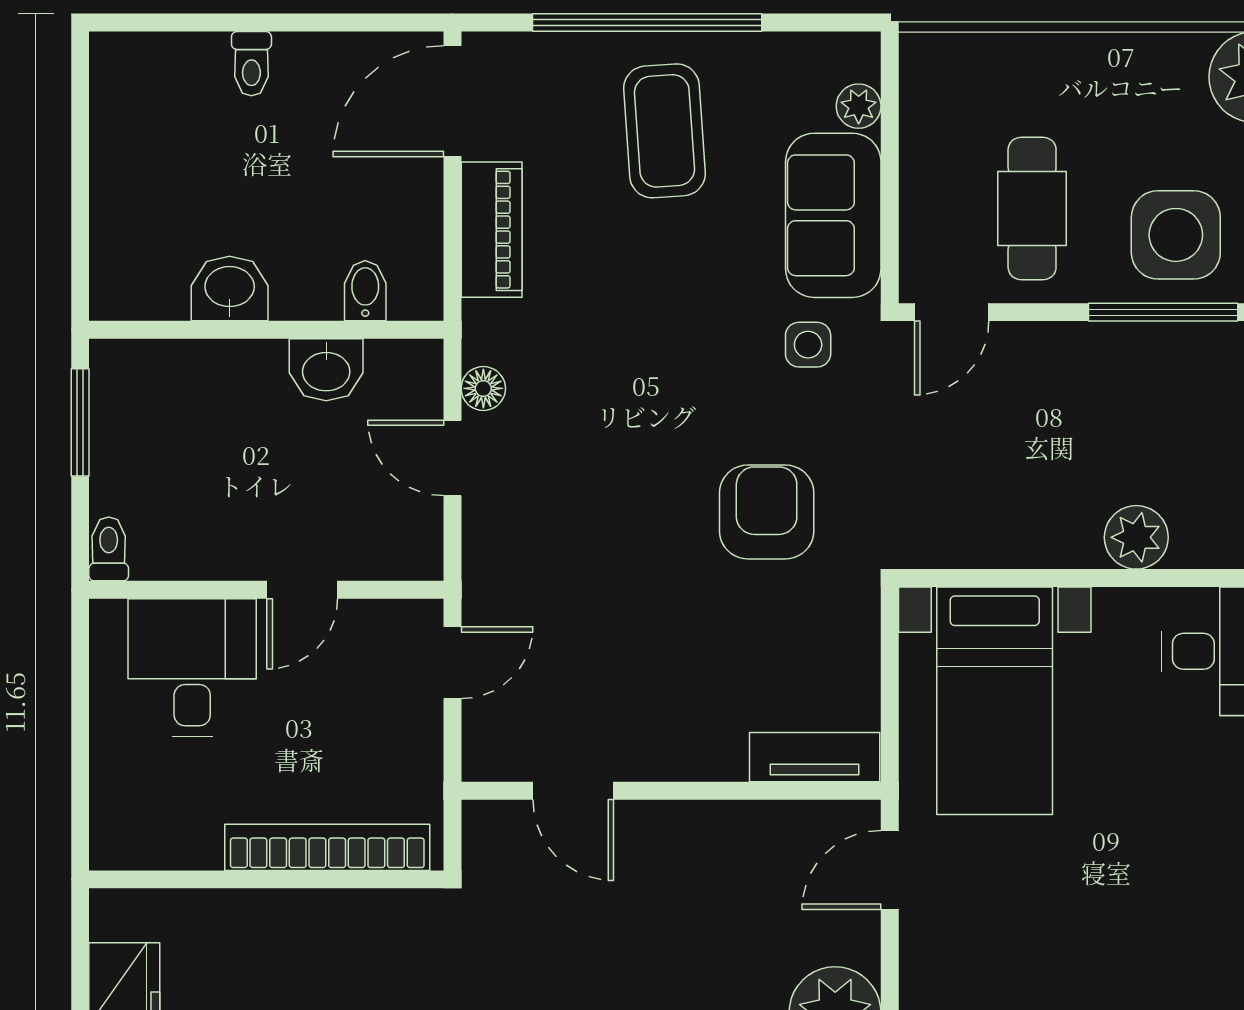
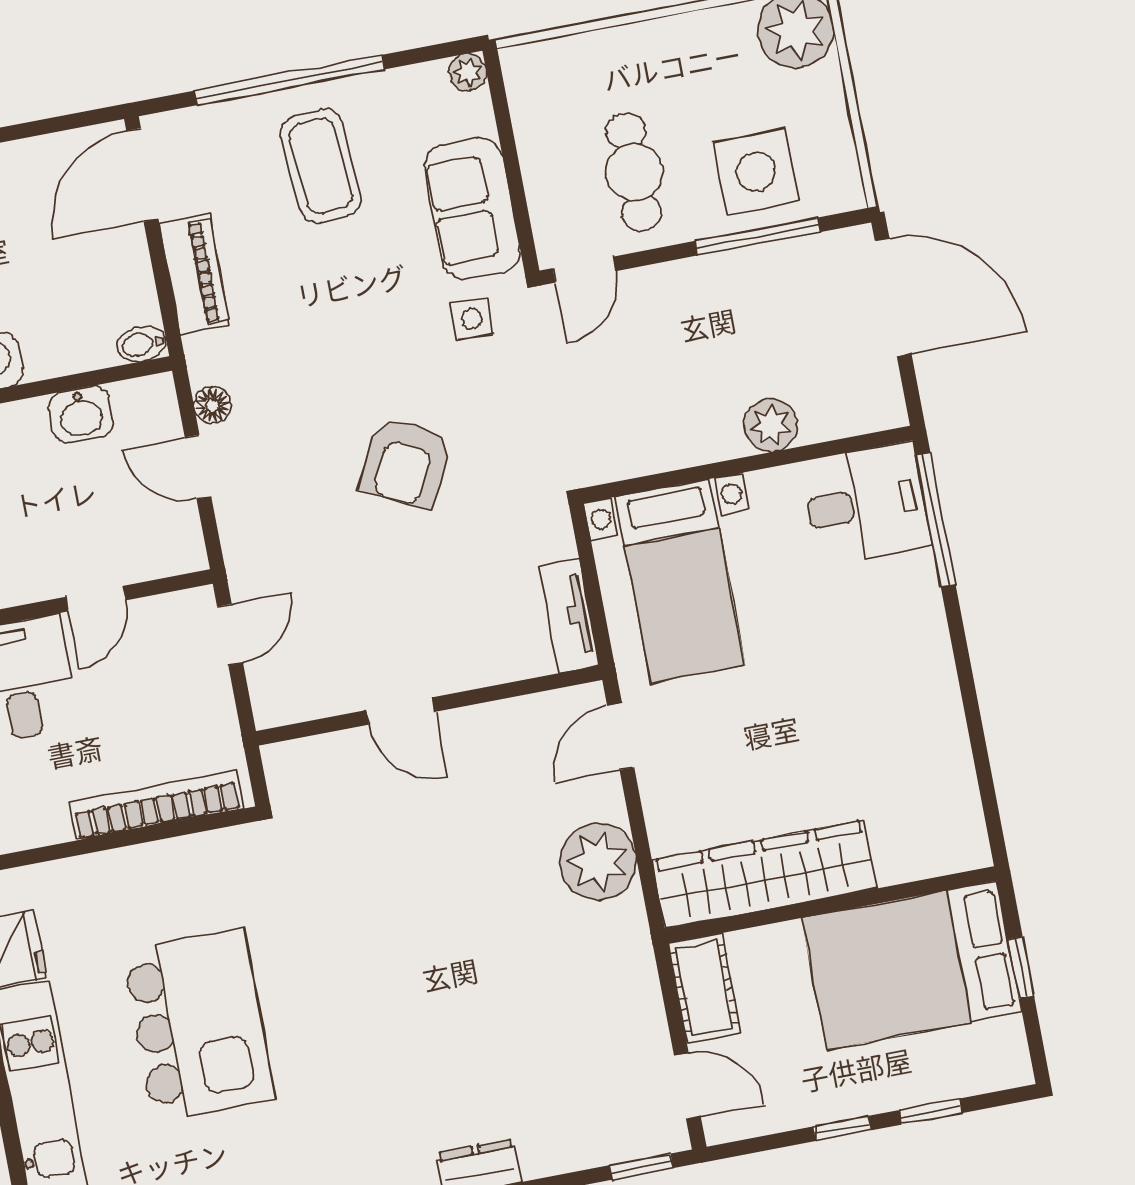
plant: (859, 106) -> (468, 72), moved
bidet: (365, 291) -> (141, 344), moved, turned -90
armchair: (767, 512) -> (406, 462), moved, turned -153
tv unit: (815, 757) -> (569, 616), moved, turned -90
door: (573, 791) -> (401, 711), moved

